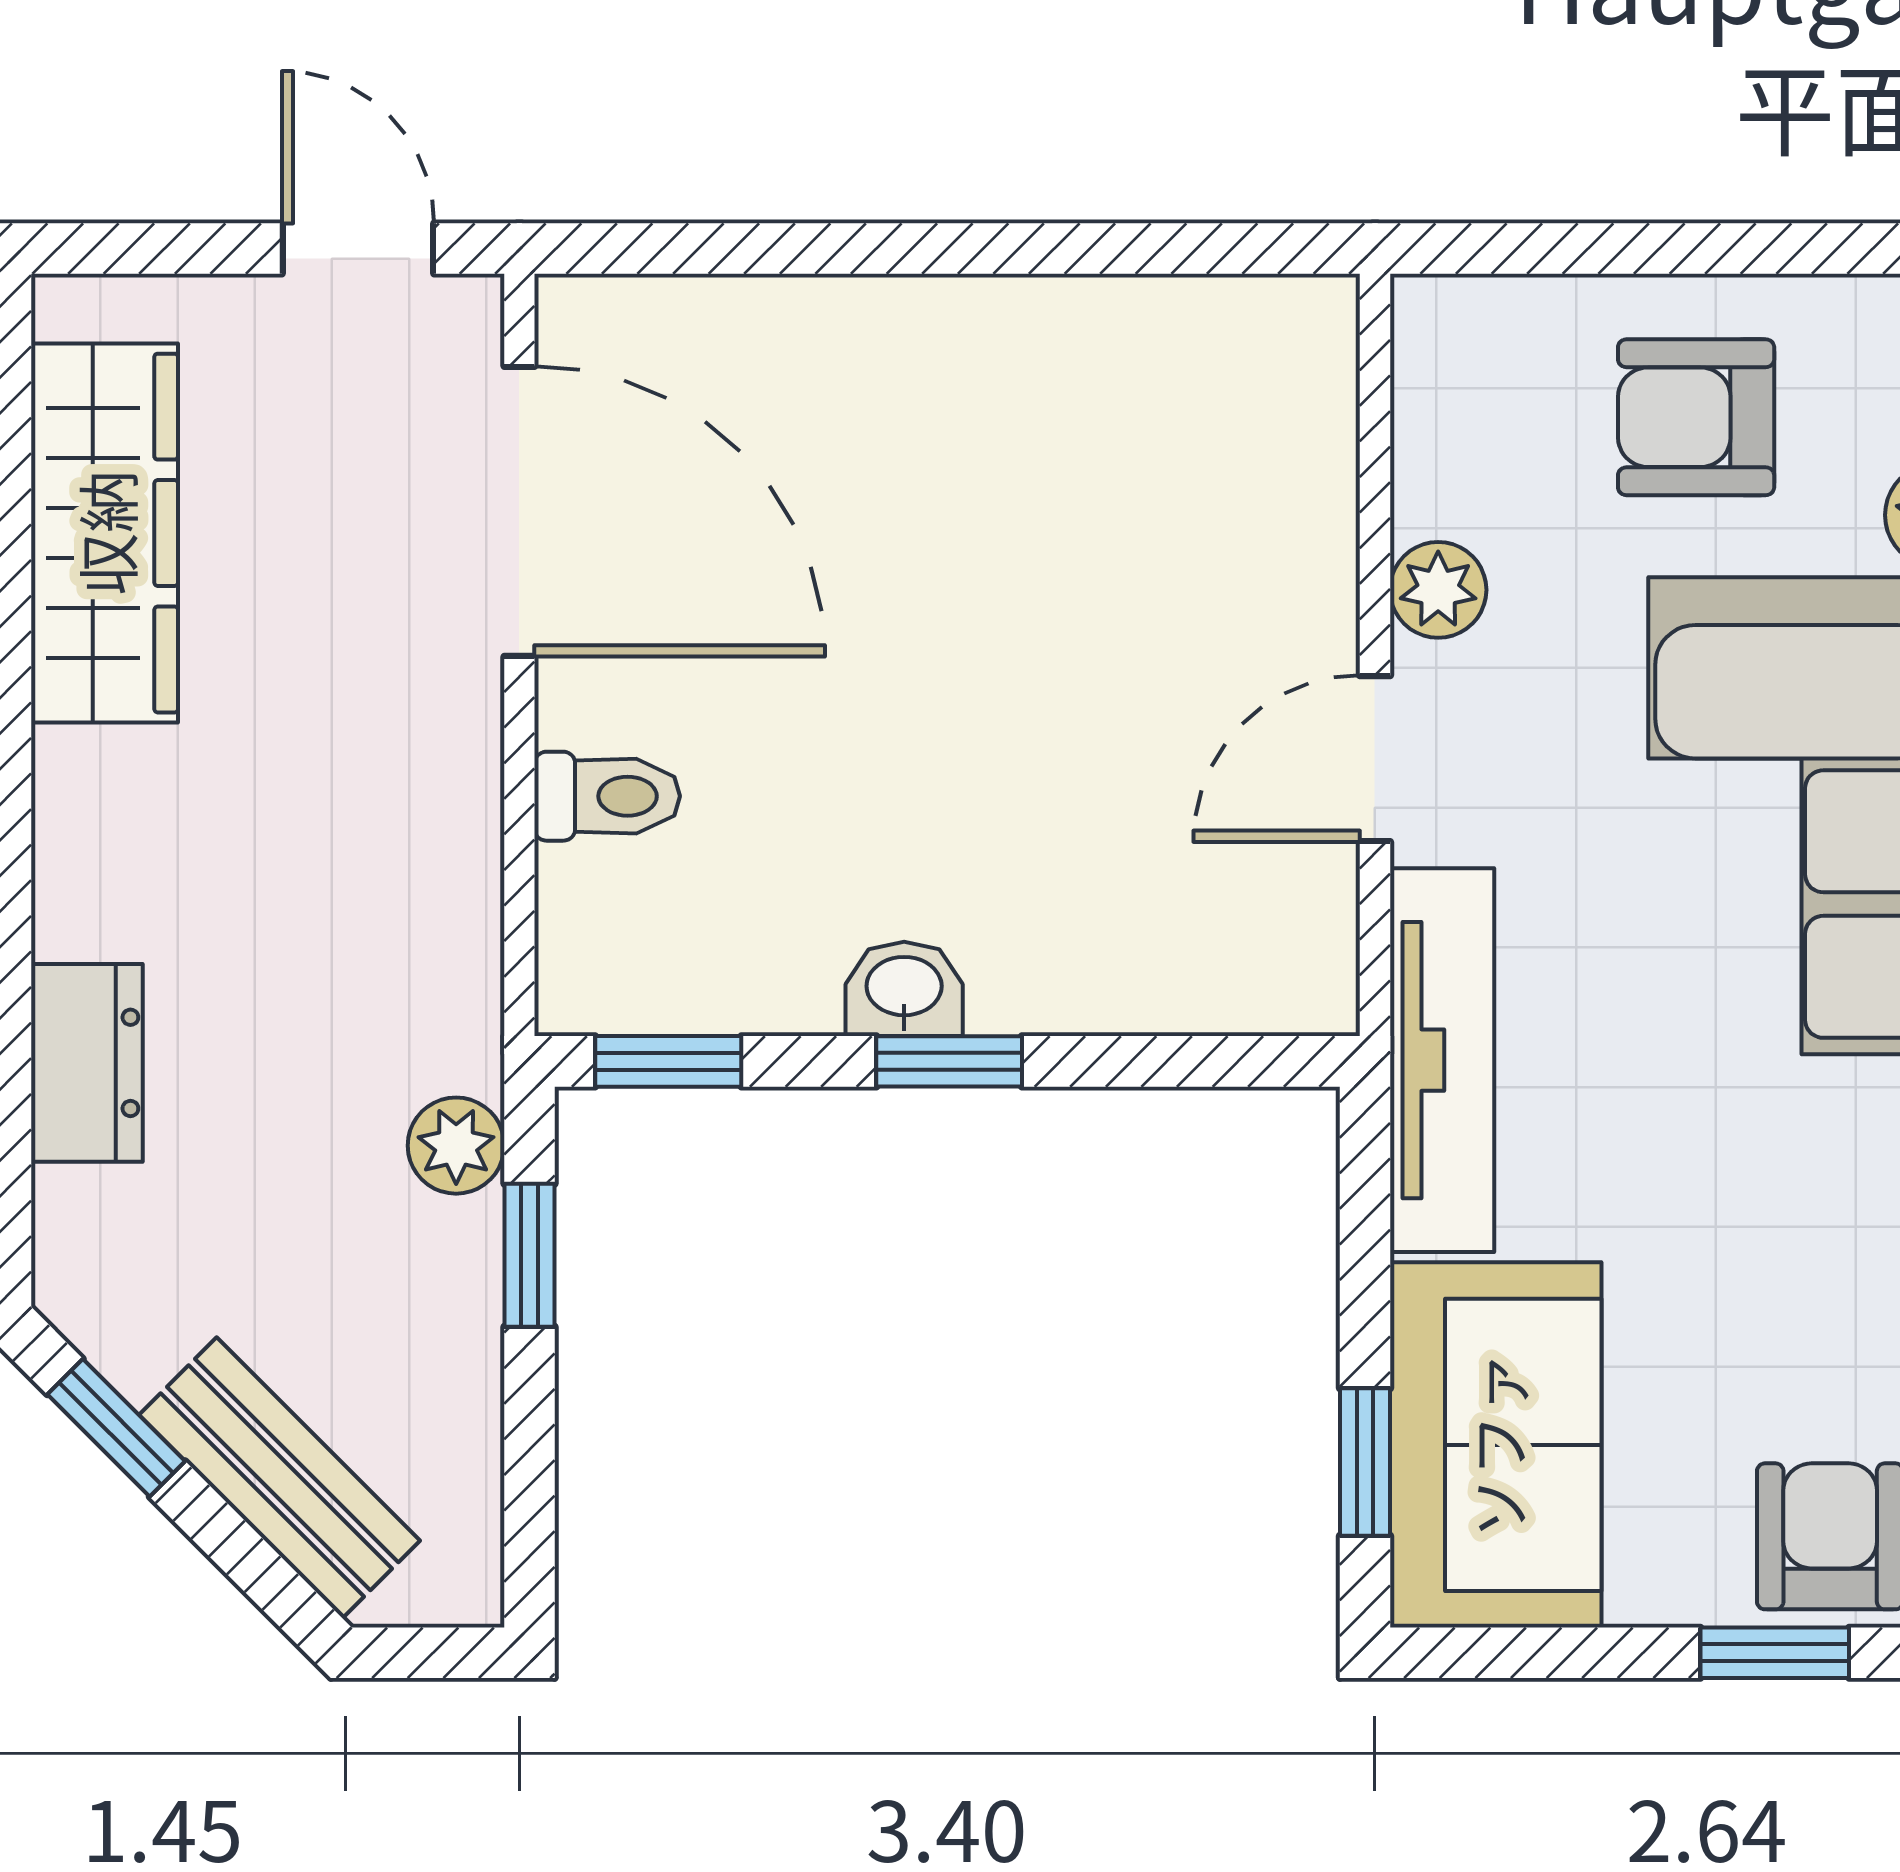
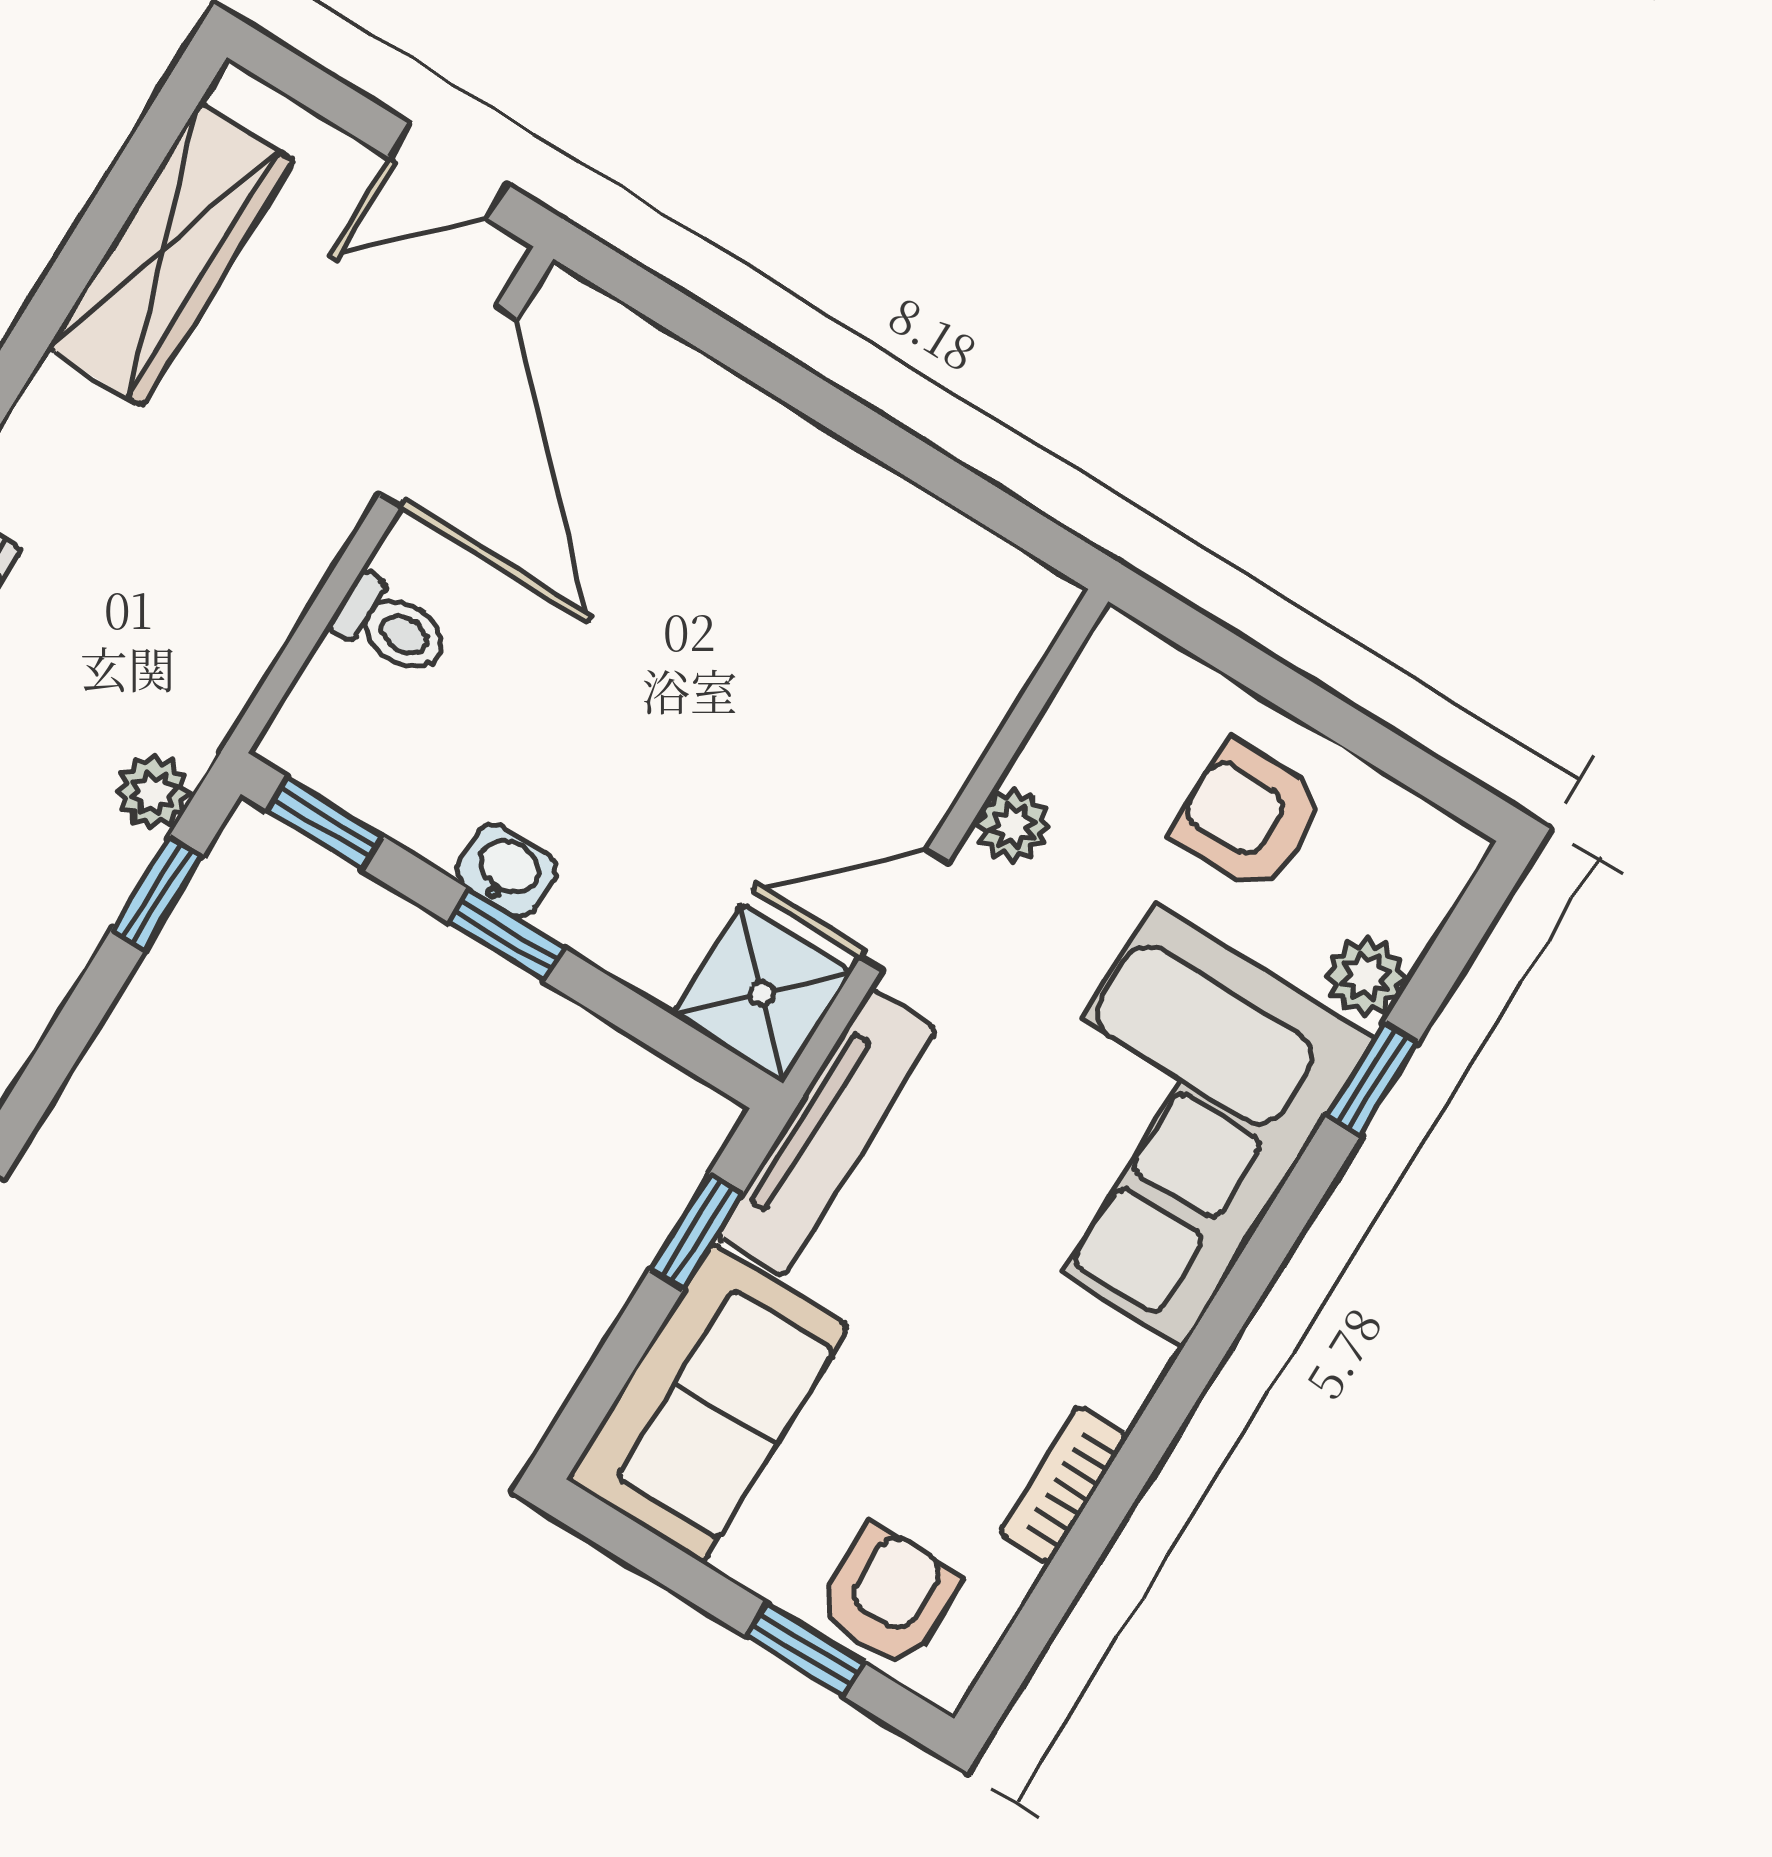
door: (358, 249) -> (449, 172), swing flipped
shower: (1274, 950) -> (762, 993), added
window: (1365, 1462) -> (696, 1232), moved

